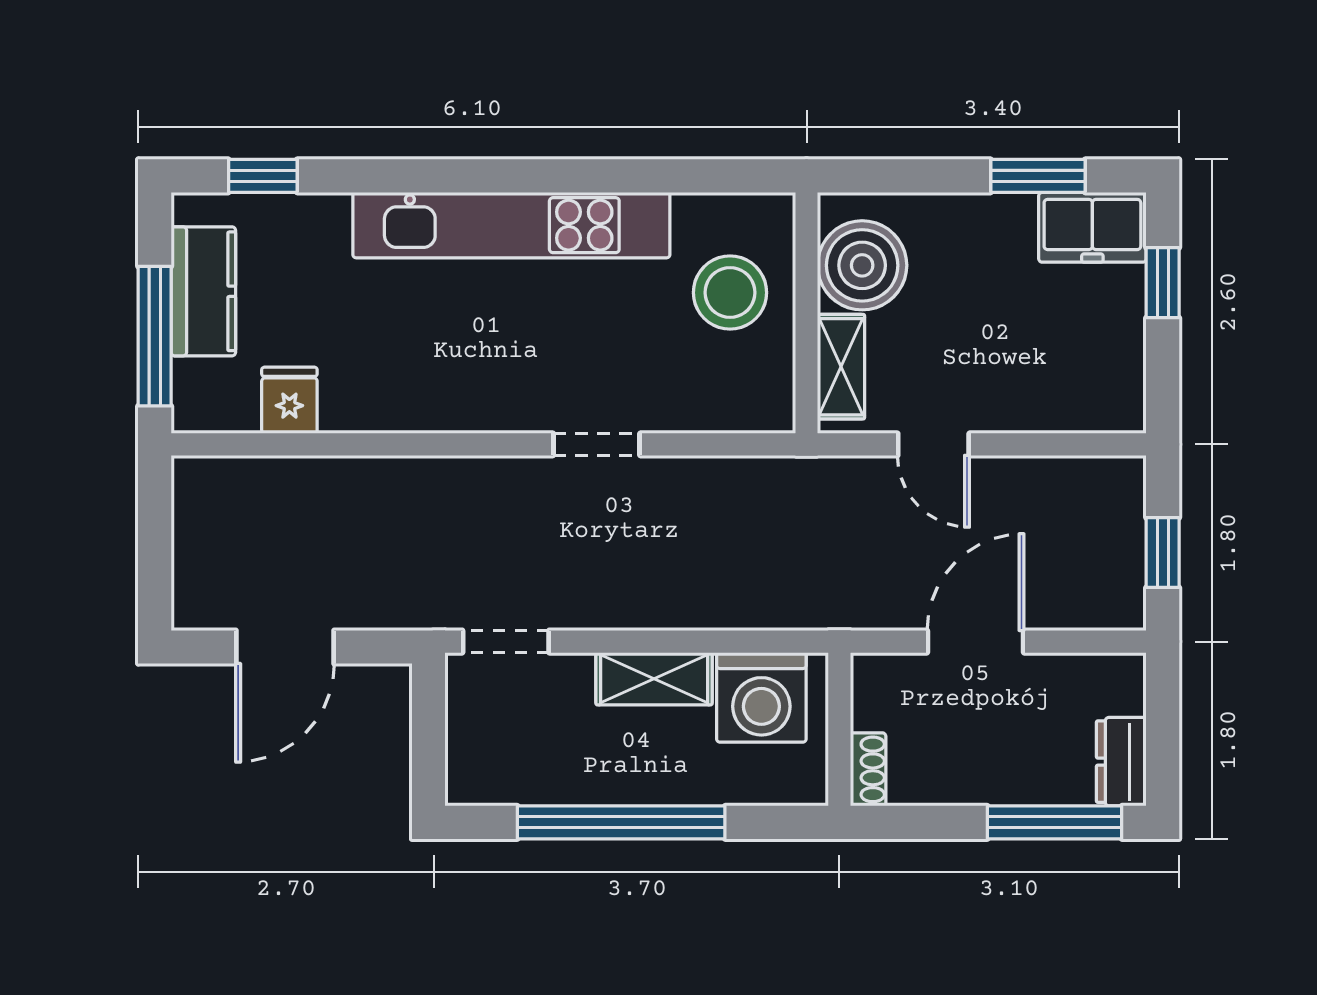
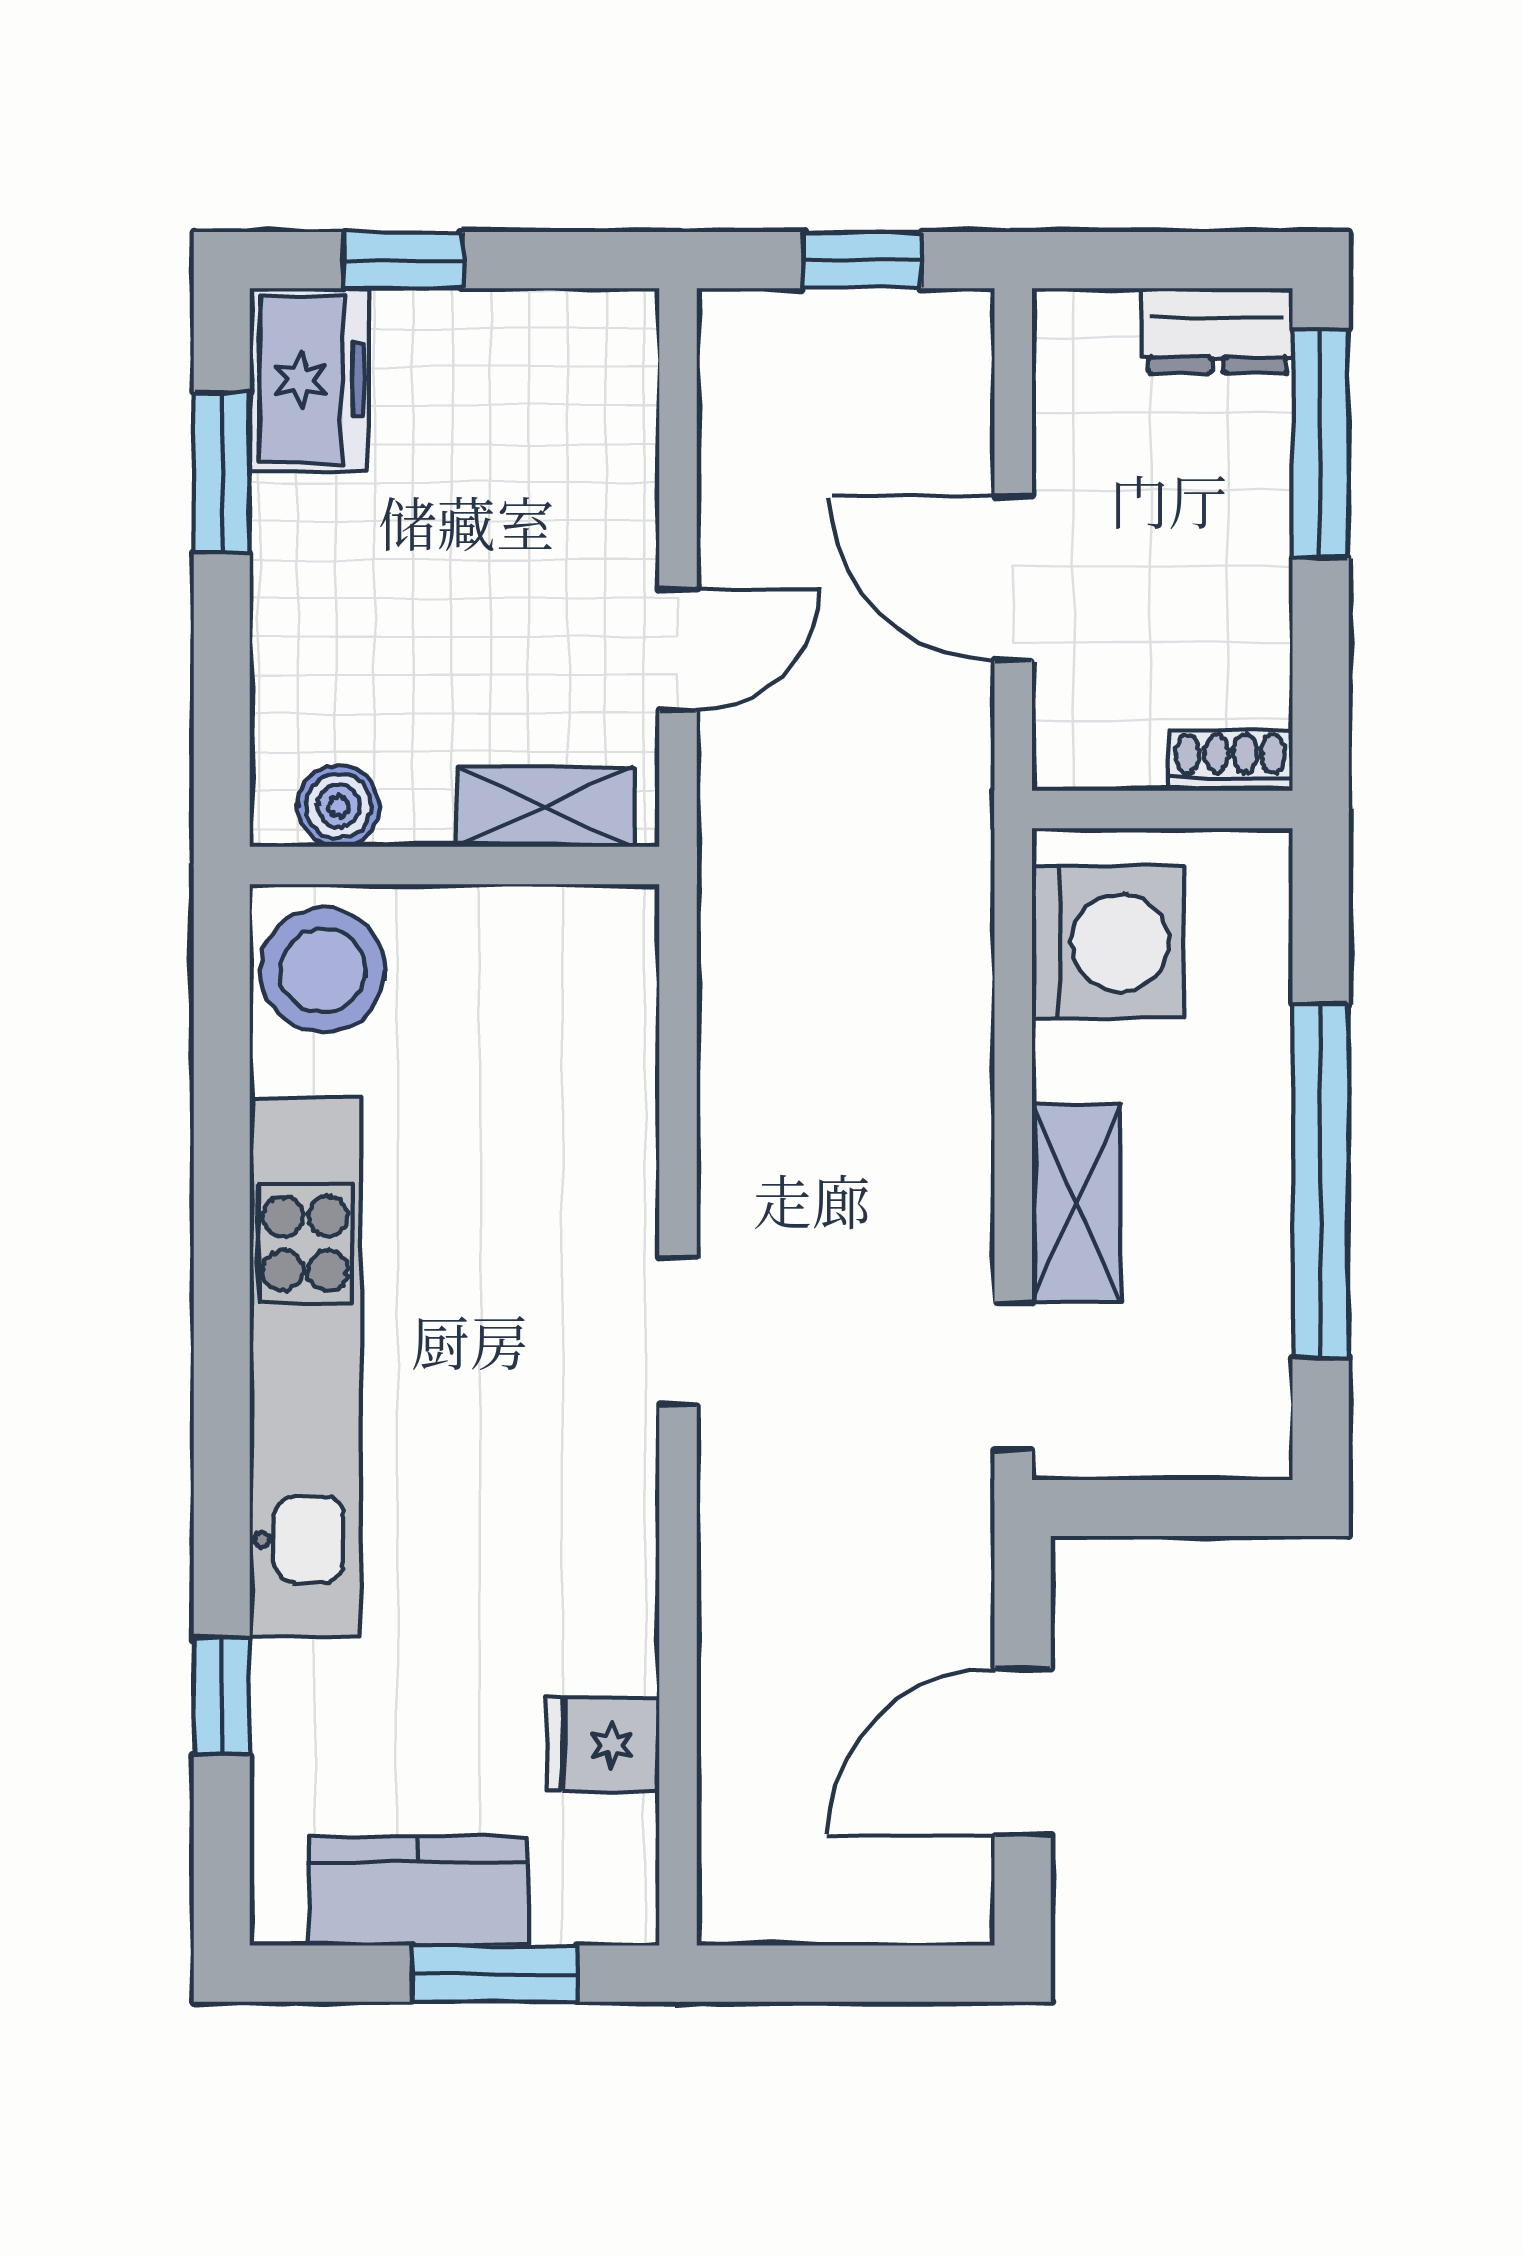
window: (263, 176) -> (222, 1696), moved
boiler: (862, 265) -> (339, 806), width x0.54, depth x0.54
stool: (730, 293) -> (323, 970), moved
window: (155, 336) -> (494, 1974), width x0.69
doorway: (597, 444) -> (678, 1331), moved
door: (285, 647) -> (1023, 1752), swing flipped
shelving: (654, 679) -> (1076, 1203), moved

